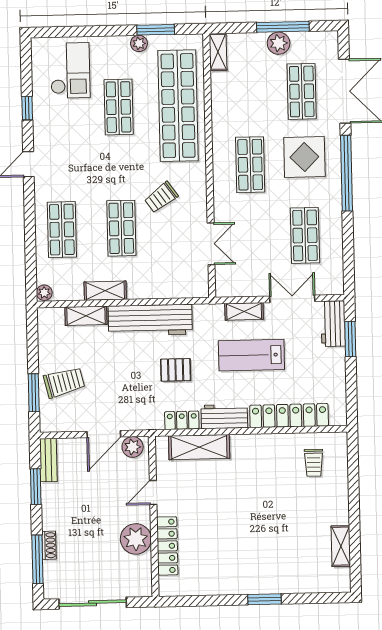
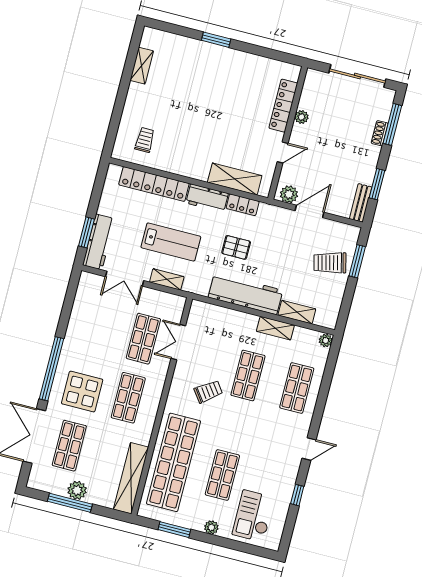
plant: (139, 43) -> (211, 527), moved
shelving: (218, 52) -> (131, 478), width x2.20, depth x1.33
shop shelf: (305, 235) -> (143, 339), moved
workbench: (333, 324) -> (99, 242), width x1.38
plant: (136, 539) -> (301, 117), width x0.53, depth x0.53

